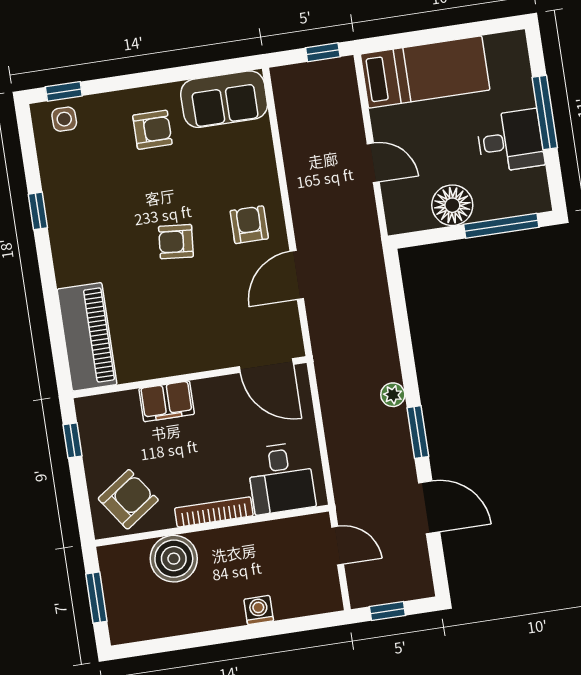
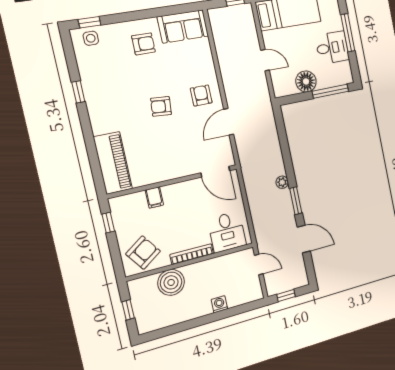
filing cabinet: (167, 401) -> (154, 197), width x0.50
window: (96, 598) -> (128, 310), width x0.67

